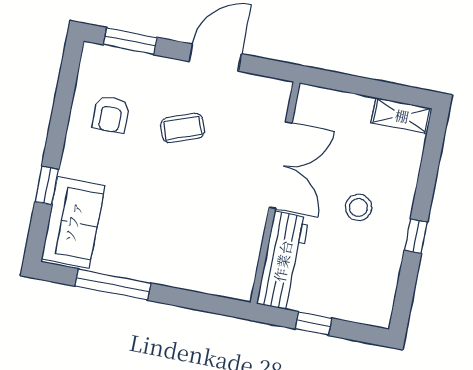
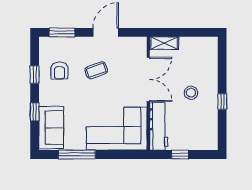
window: (61, 113) -> (35, 75), added
shelving: (402, 116) -> (164, 43), moved
corner sofa: (200, 249) -> (117, 129), added

